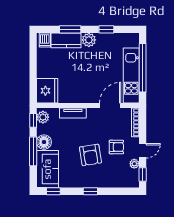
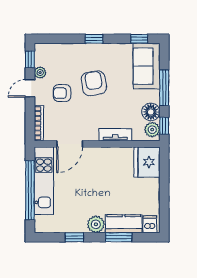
floor lamp: (44, 142) -> (151, 112), moved

